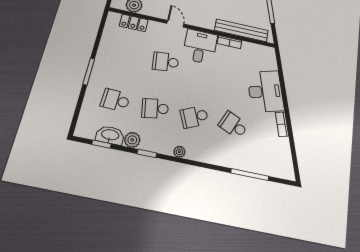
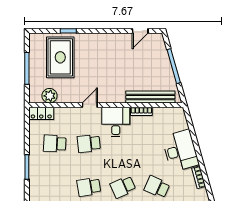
locker: (134, 23) -> (41, 113), moved
door: (175, 24) -> (90, 105), hinge flipped
school desk: (115, 100) -> (55, 144), moved

